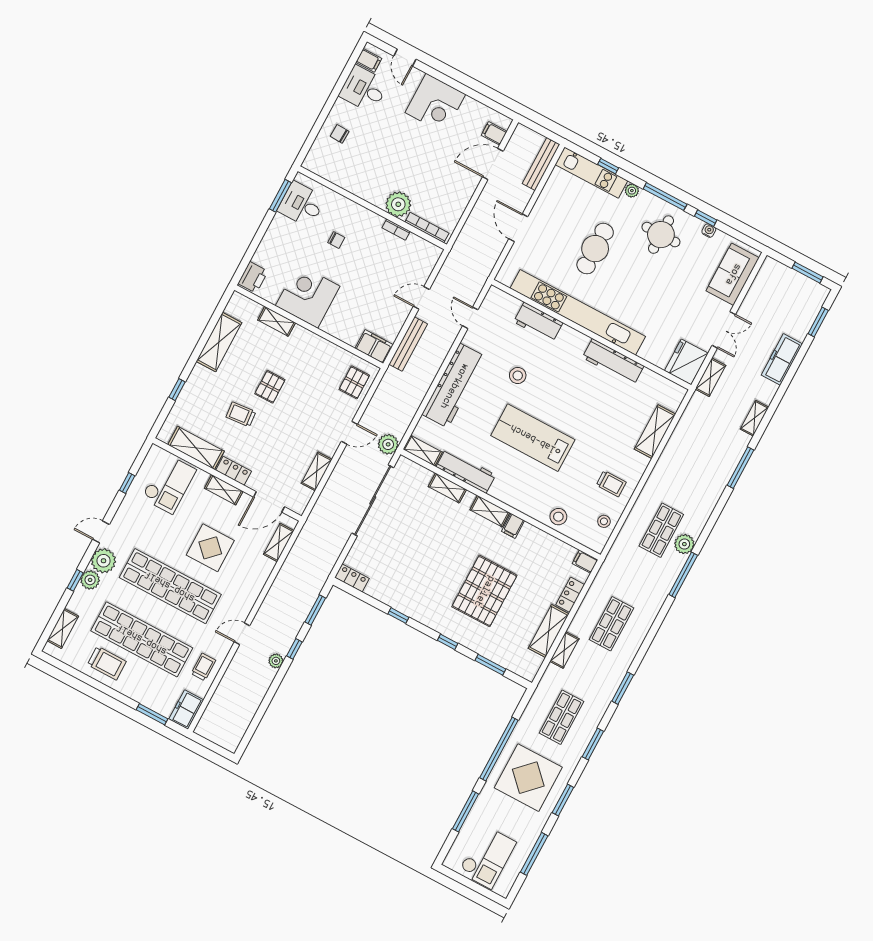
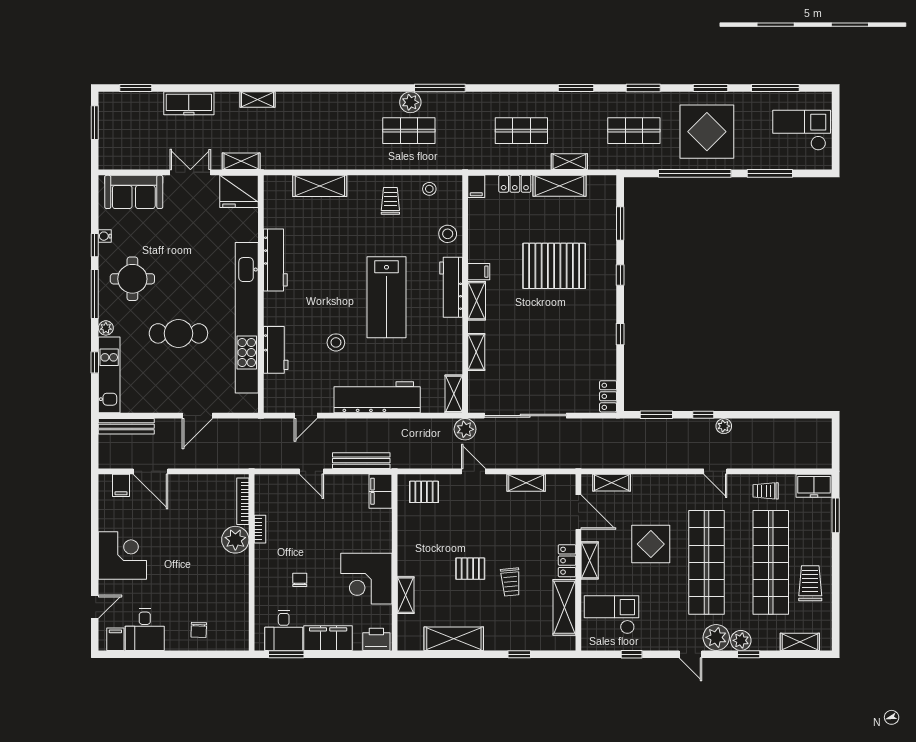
filing cabinet: (275, 238) -> (328, 638), added
window: (740, 468) -> (311, 88), removed
workbench: (466, 471) -> (451, 287), moved

